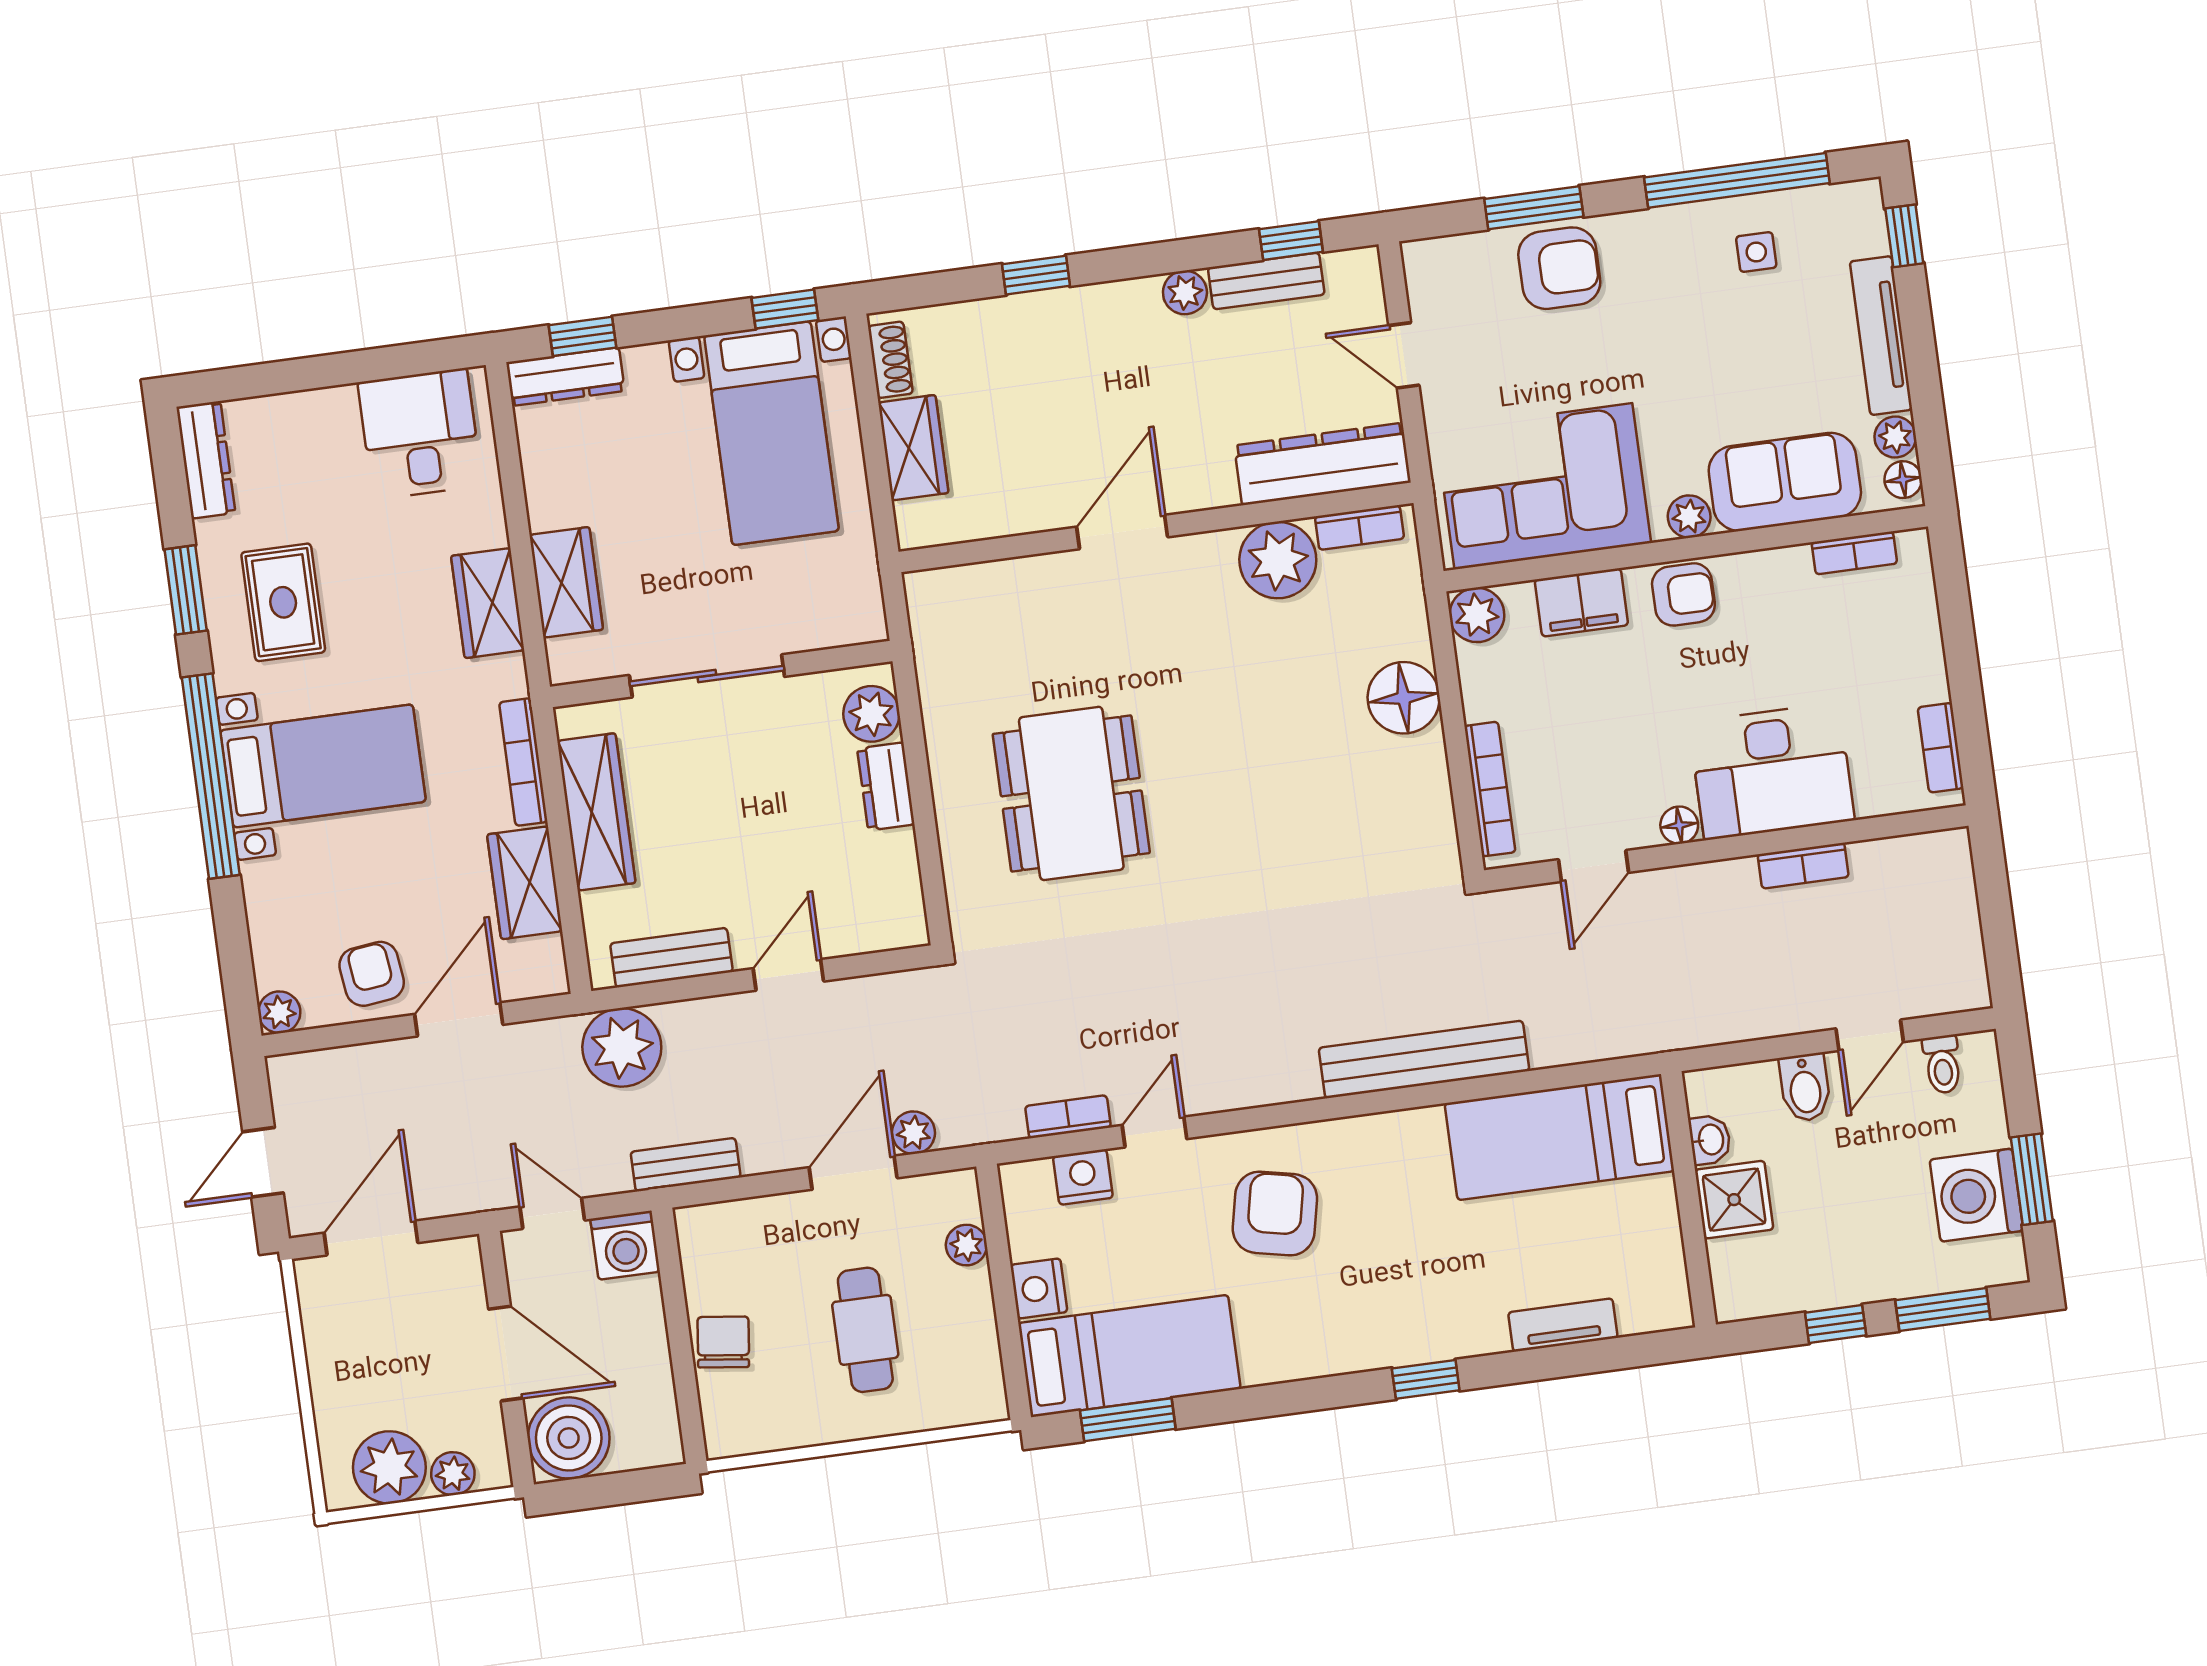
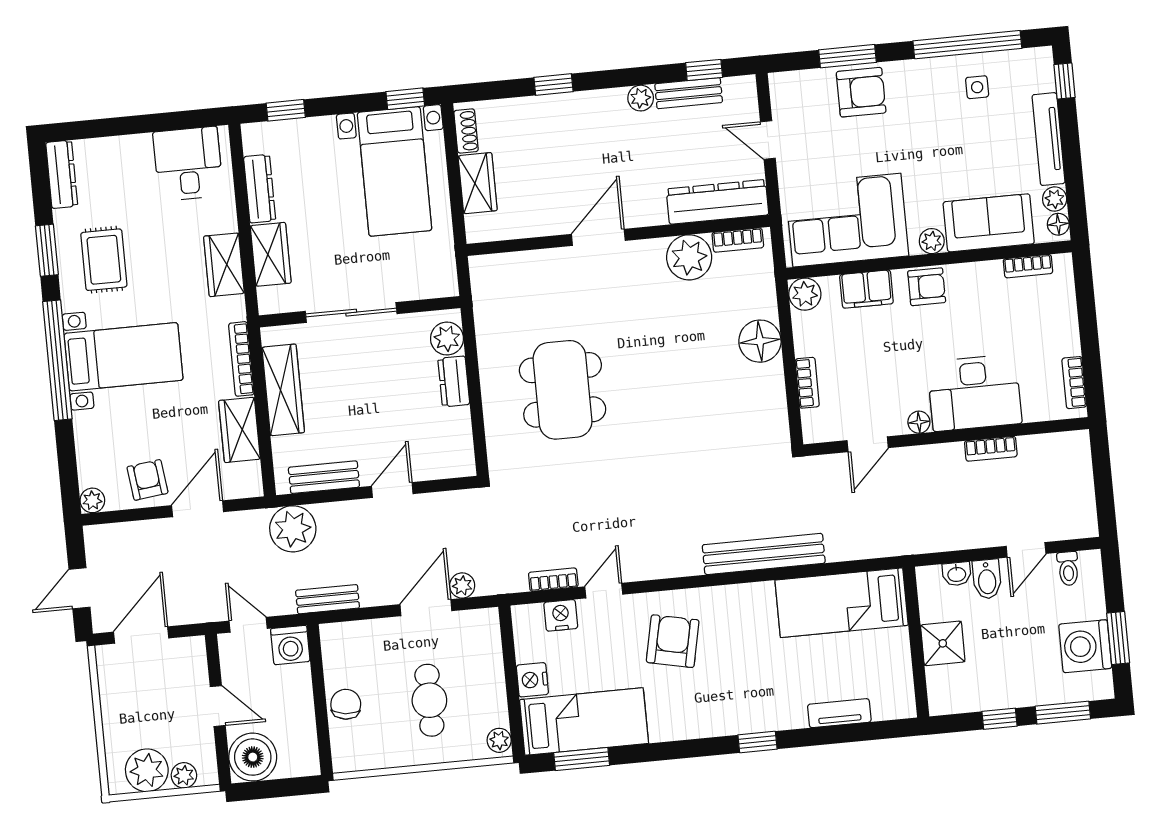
dresser: (565, 377) -> (260, 189), moved, turned -90
bookcase: (1490, 789) -> (807, 383), width x0.64
washbasin: (1710, 1140) -> (957, 574), moved, turned 90
plant: (966, 1245) -> (499, 740), moved
door: (506, 1354) -> (218, 706), width x0.73

